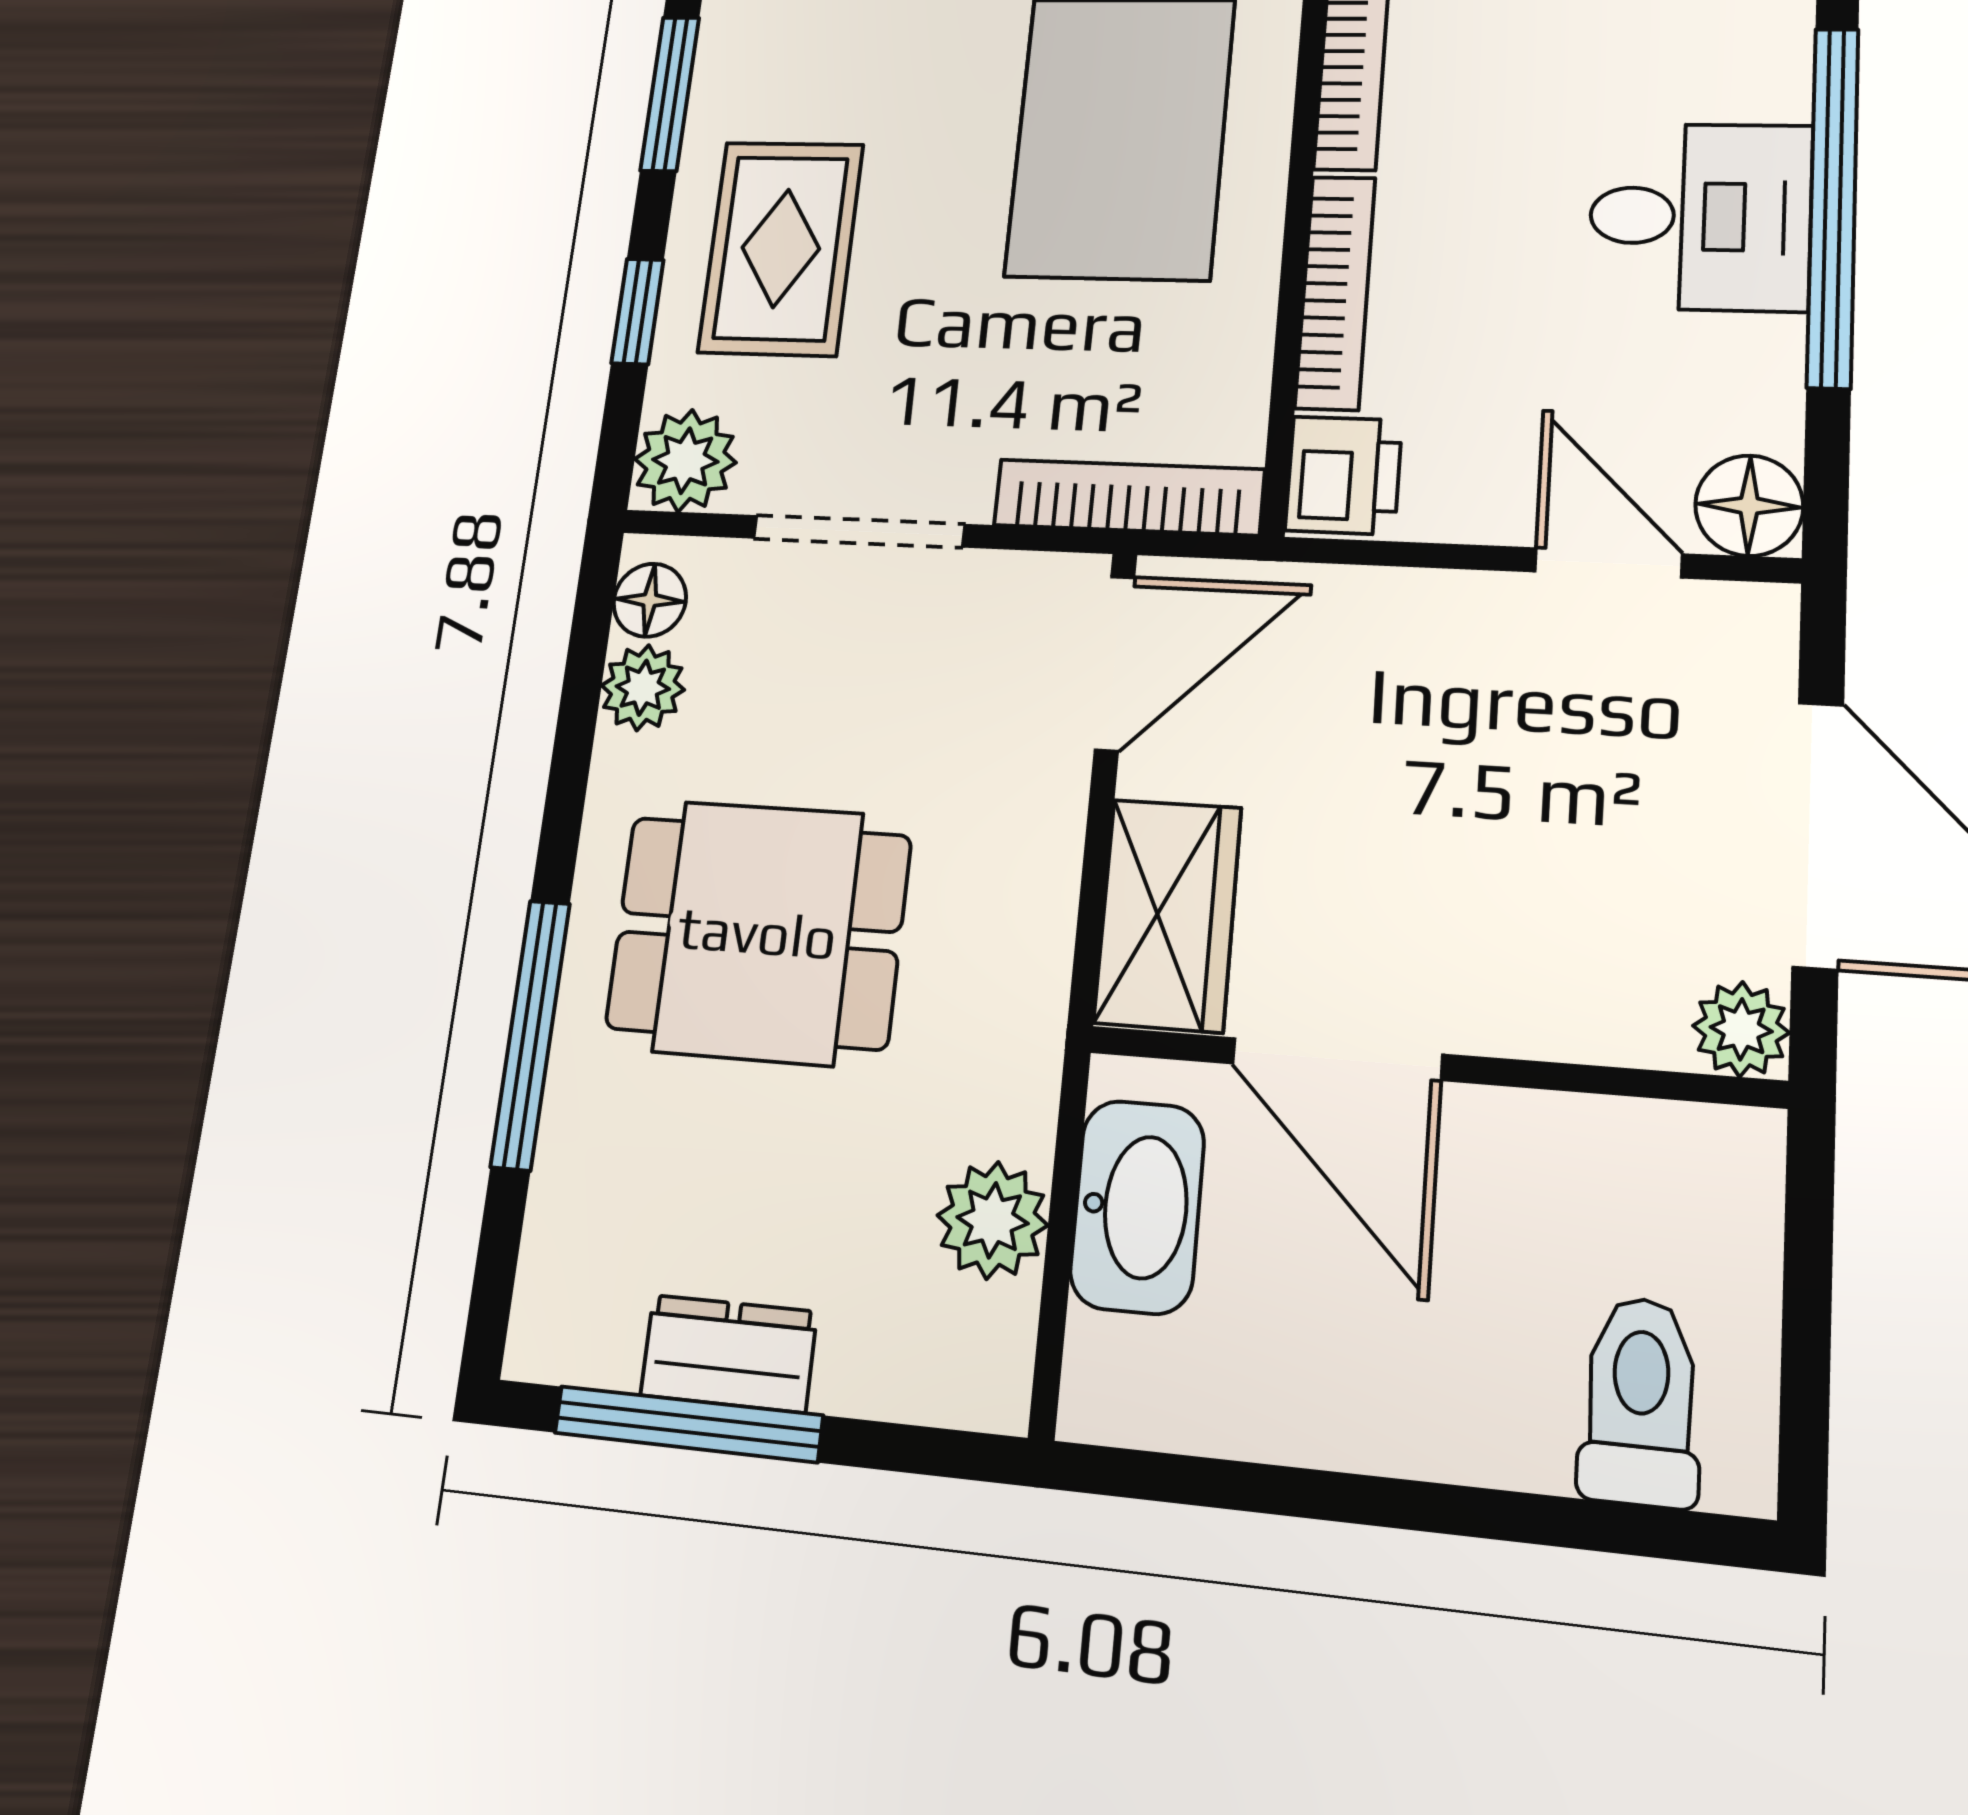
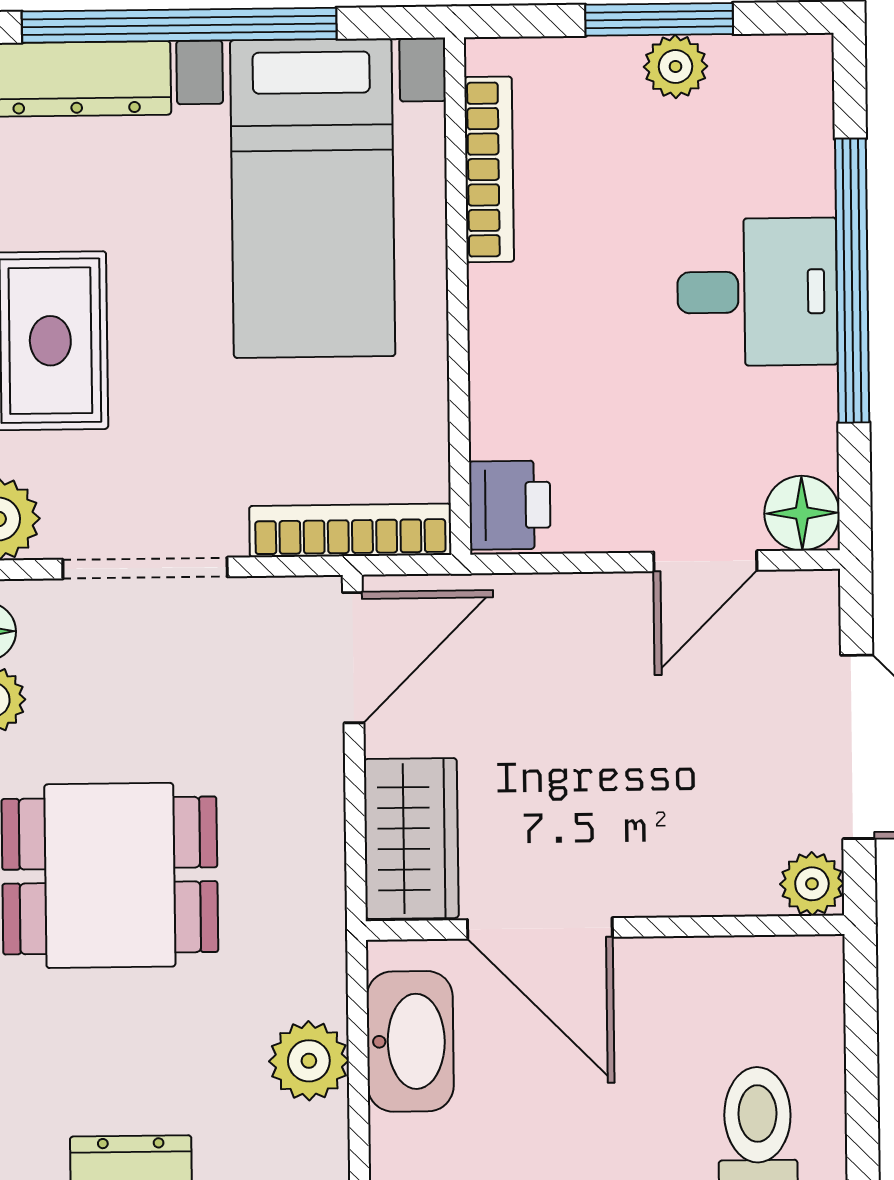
bookcase: (1335, 292) -> (492, 362), removed
door: (1608, 563) -> (705, 561), swing flipped

